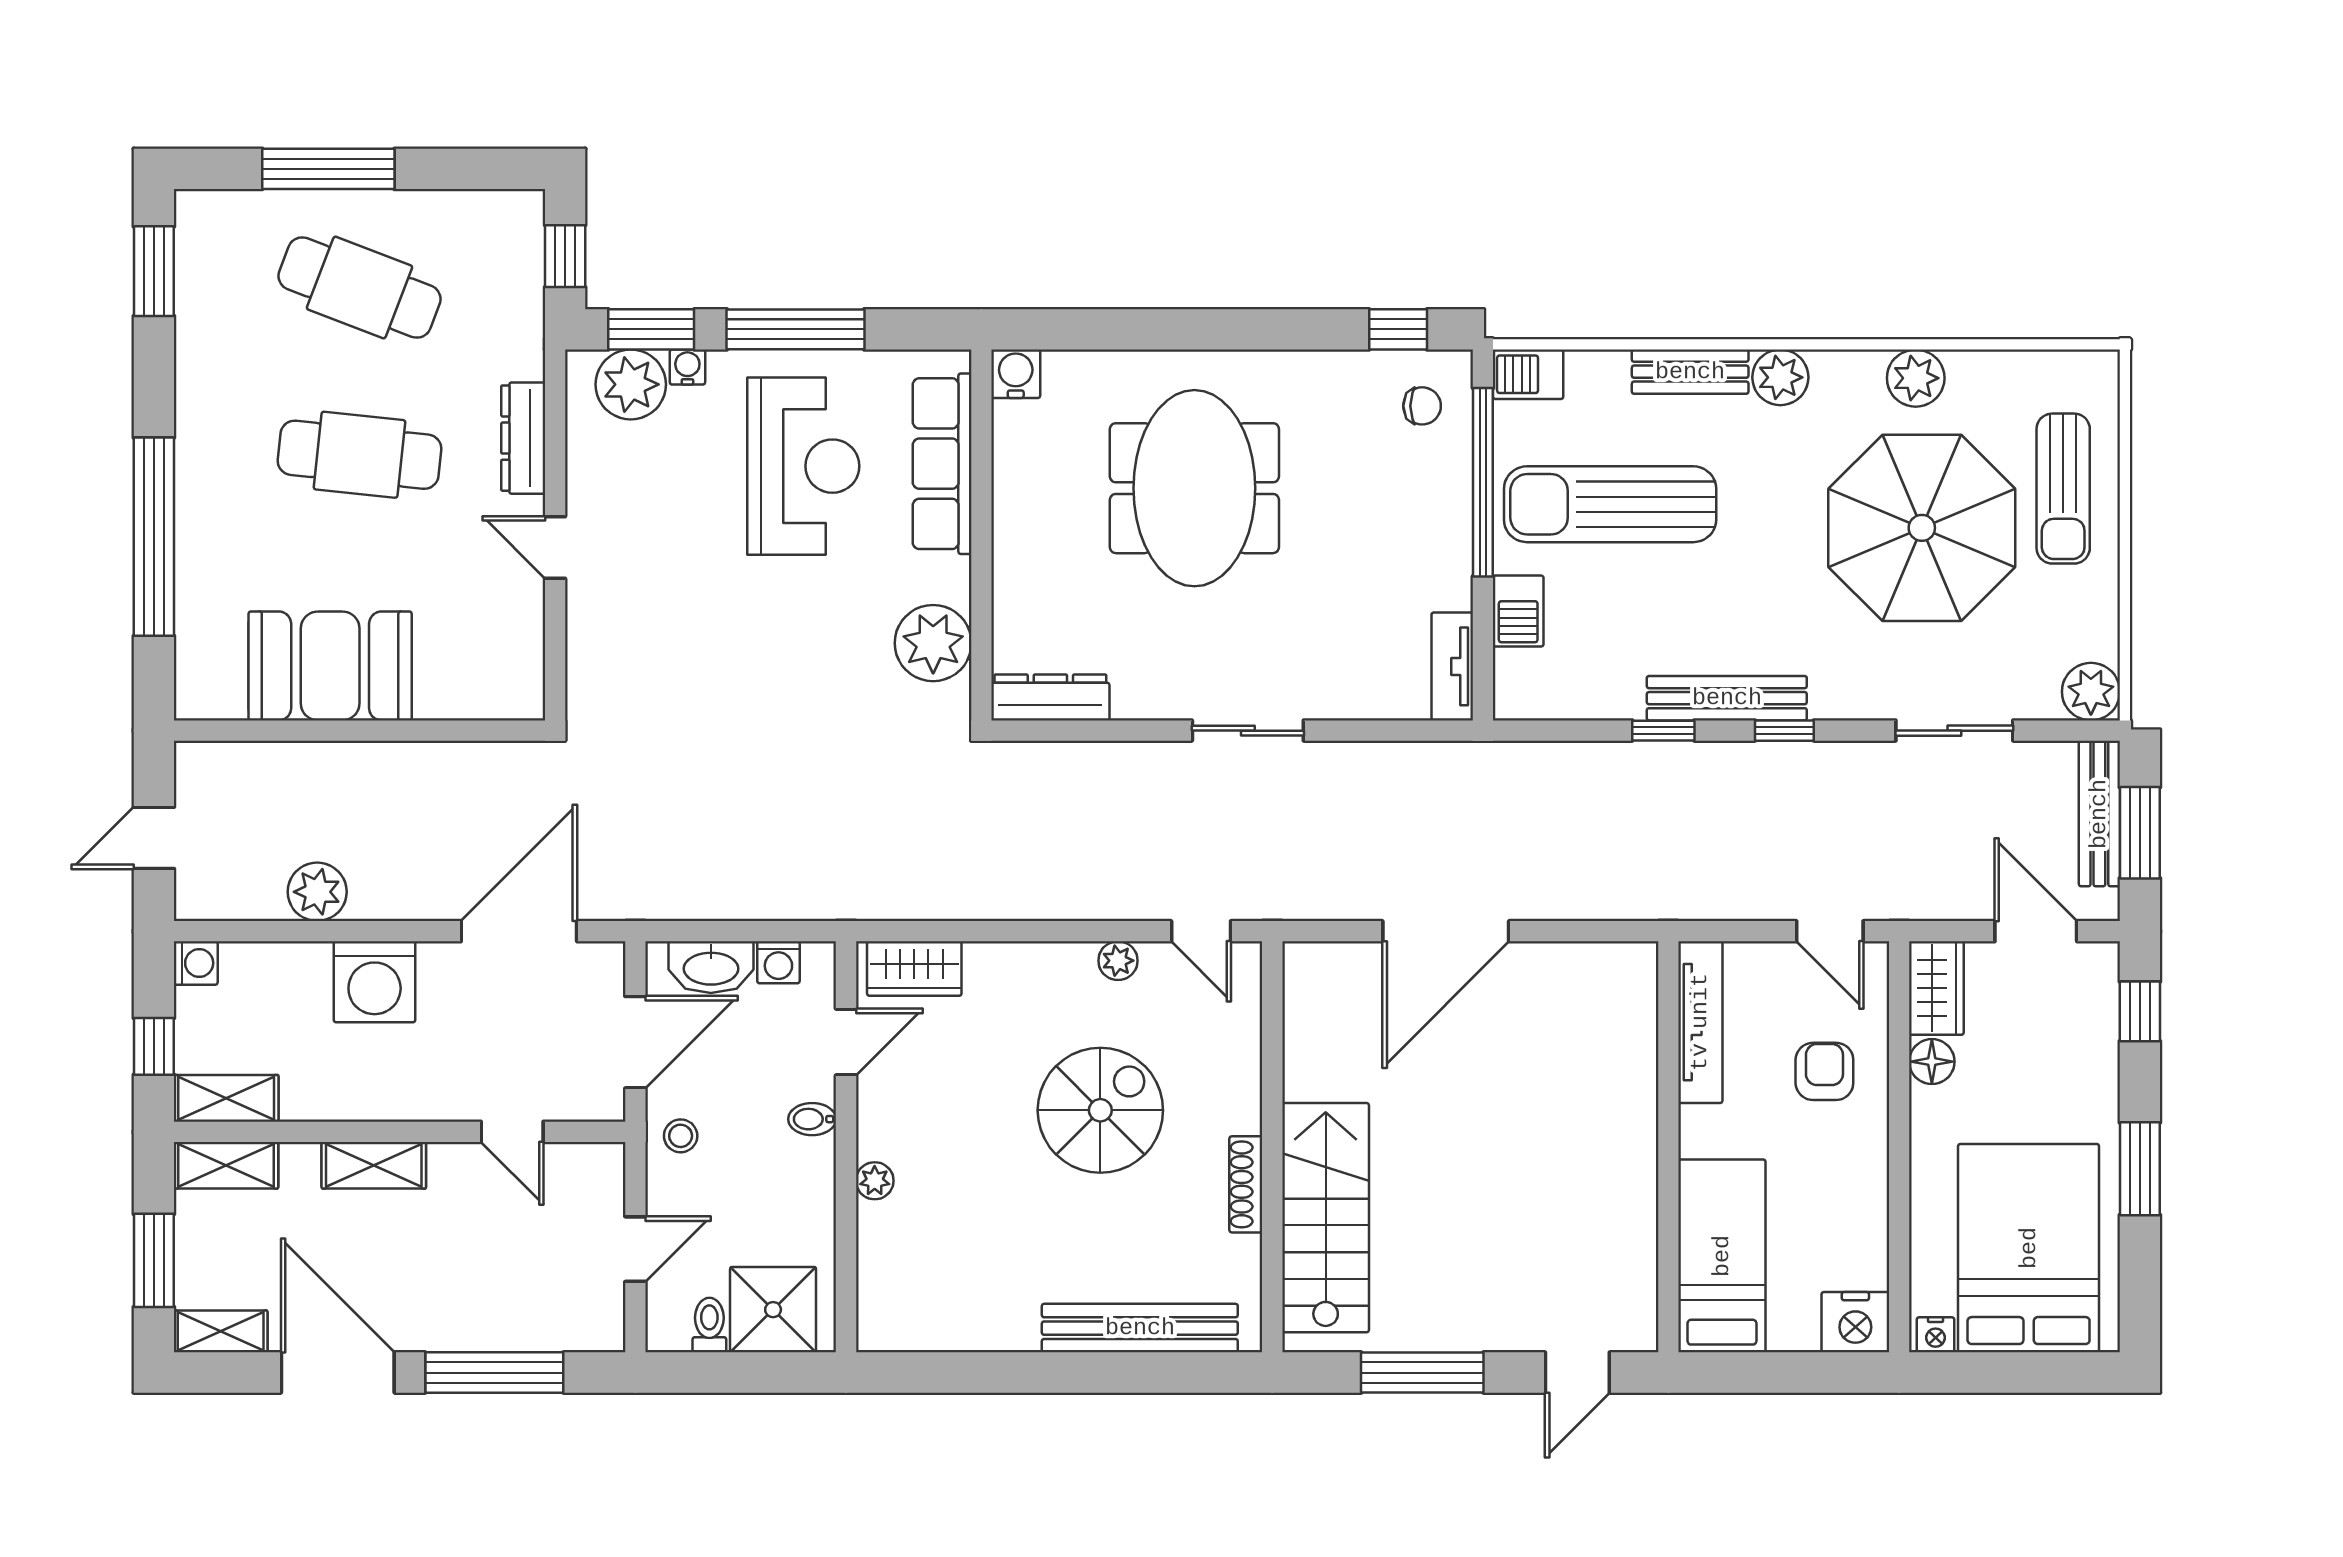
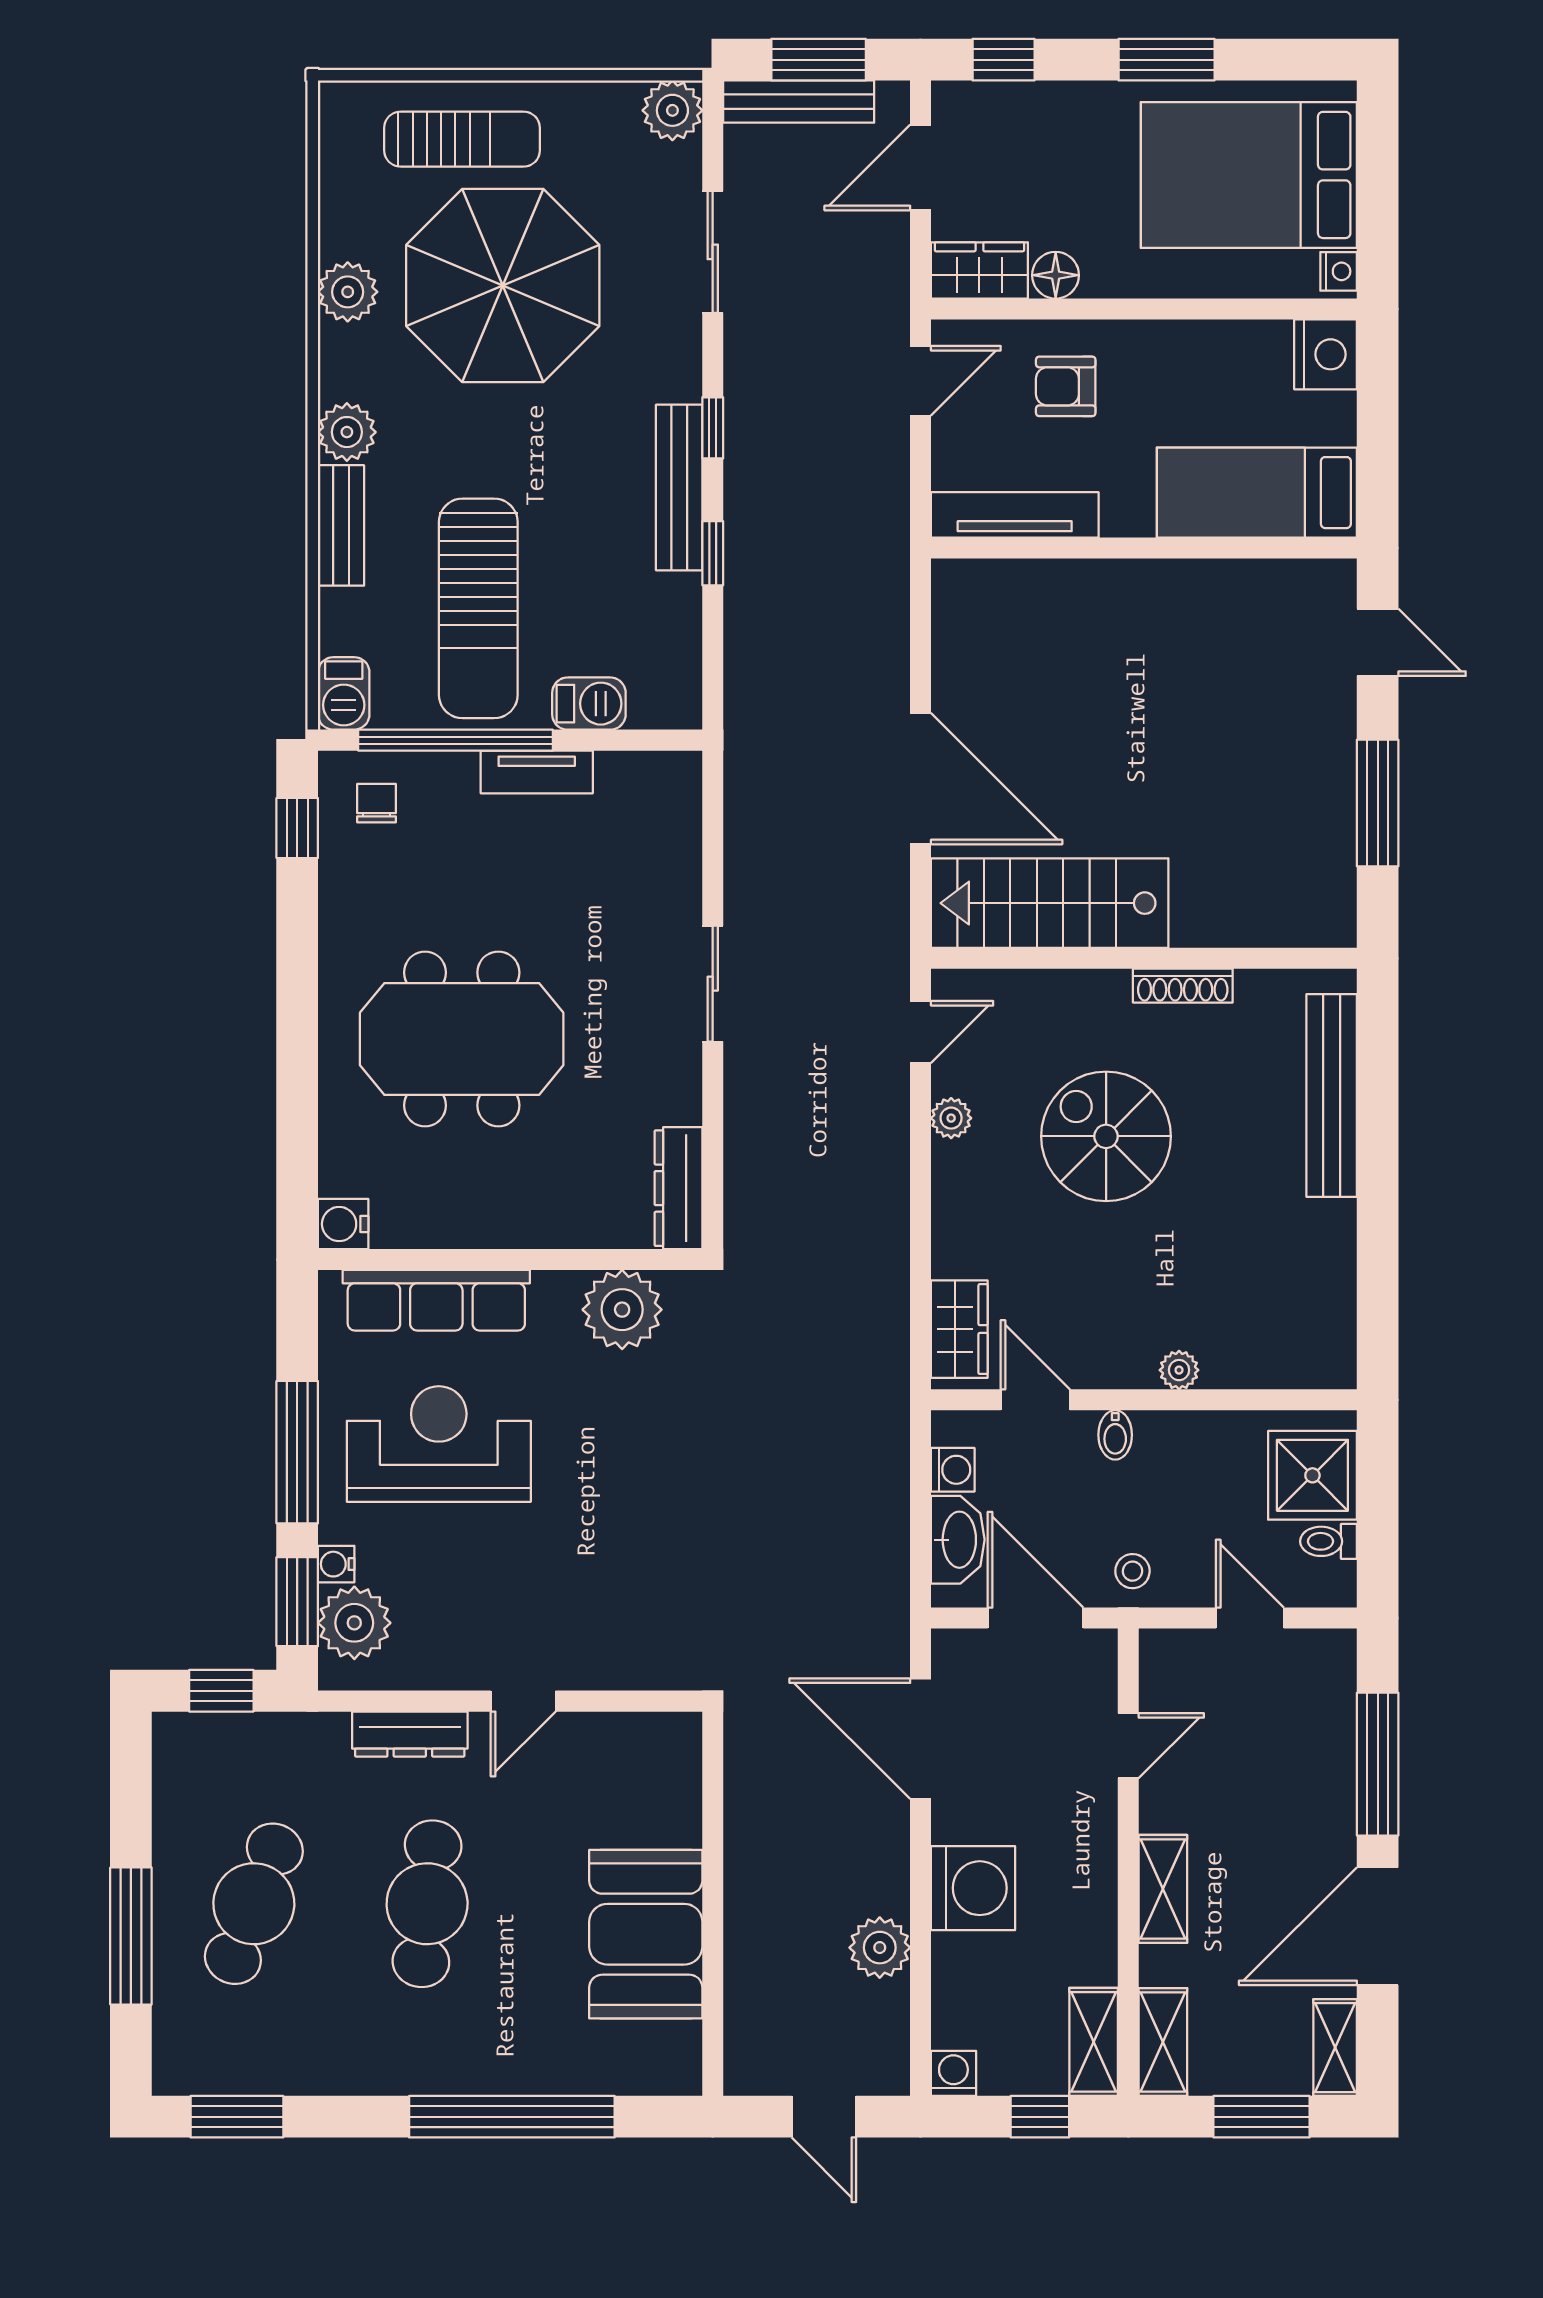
tv unit: (1452, 666) -> (537, 772), moved
stairs: (1326, 1218) -> (1050, 903), moved

